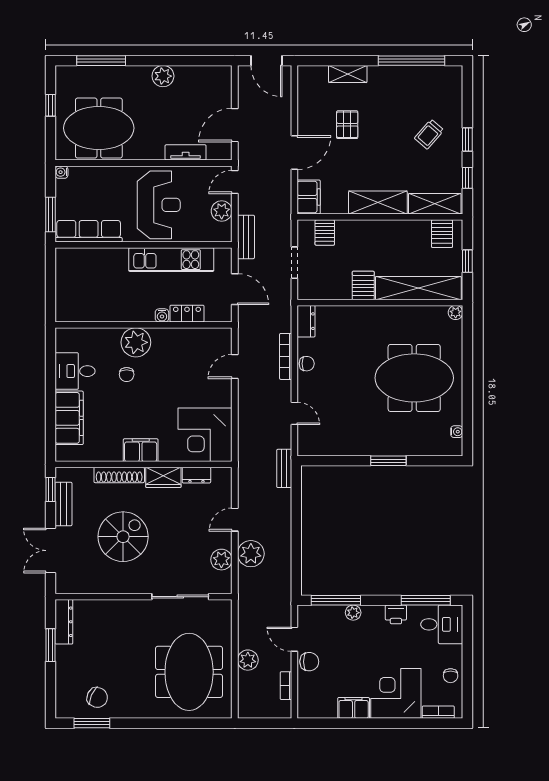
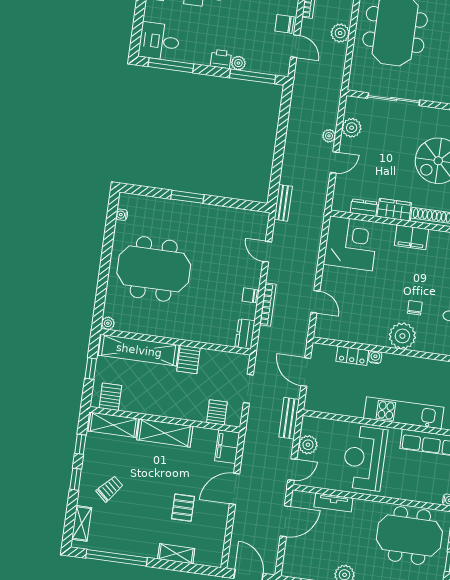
shelving: (454, 93) -> (82, 523), added
kitchen unit: (171, 260) -> (404, 413), moved
door: (235, 366) -> (315, 302), hinge flipped
plant: (251, 554) -> (329, 136), width x0.53, depth x0.53
printer: (396, 614) -> (221, 59), moved

